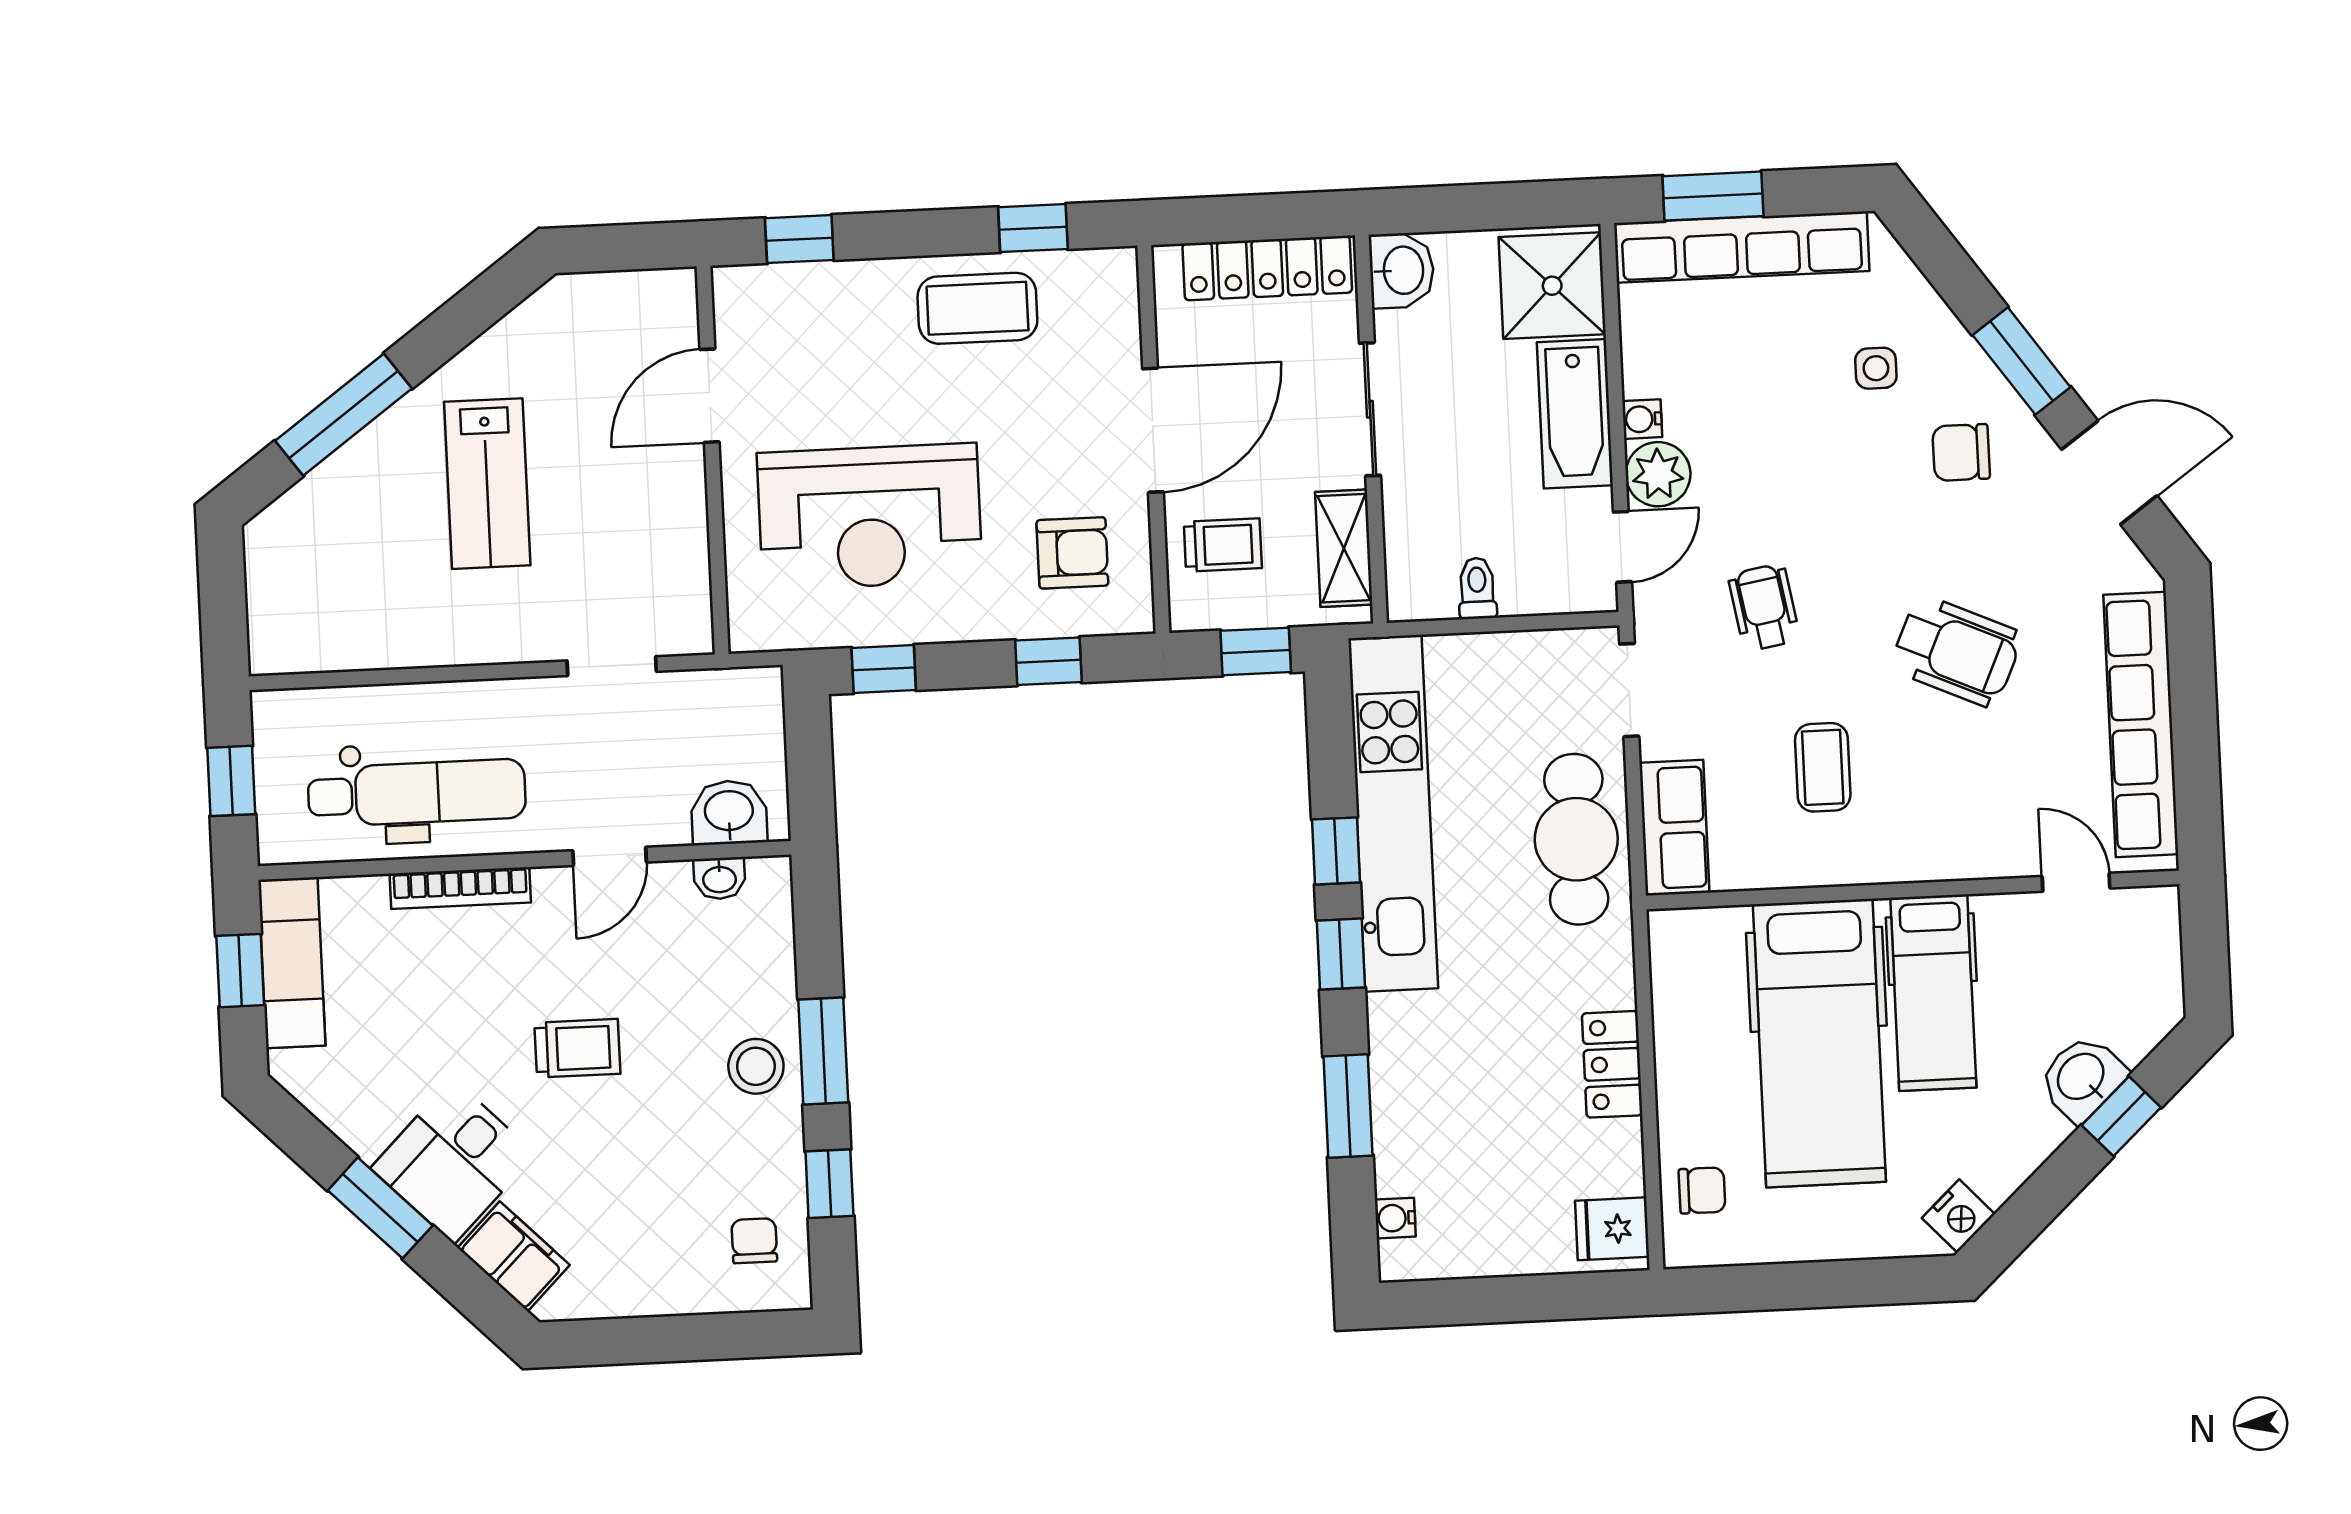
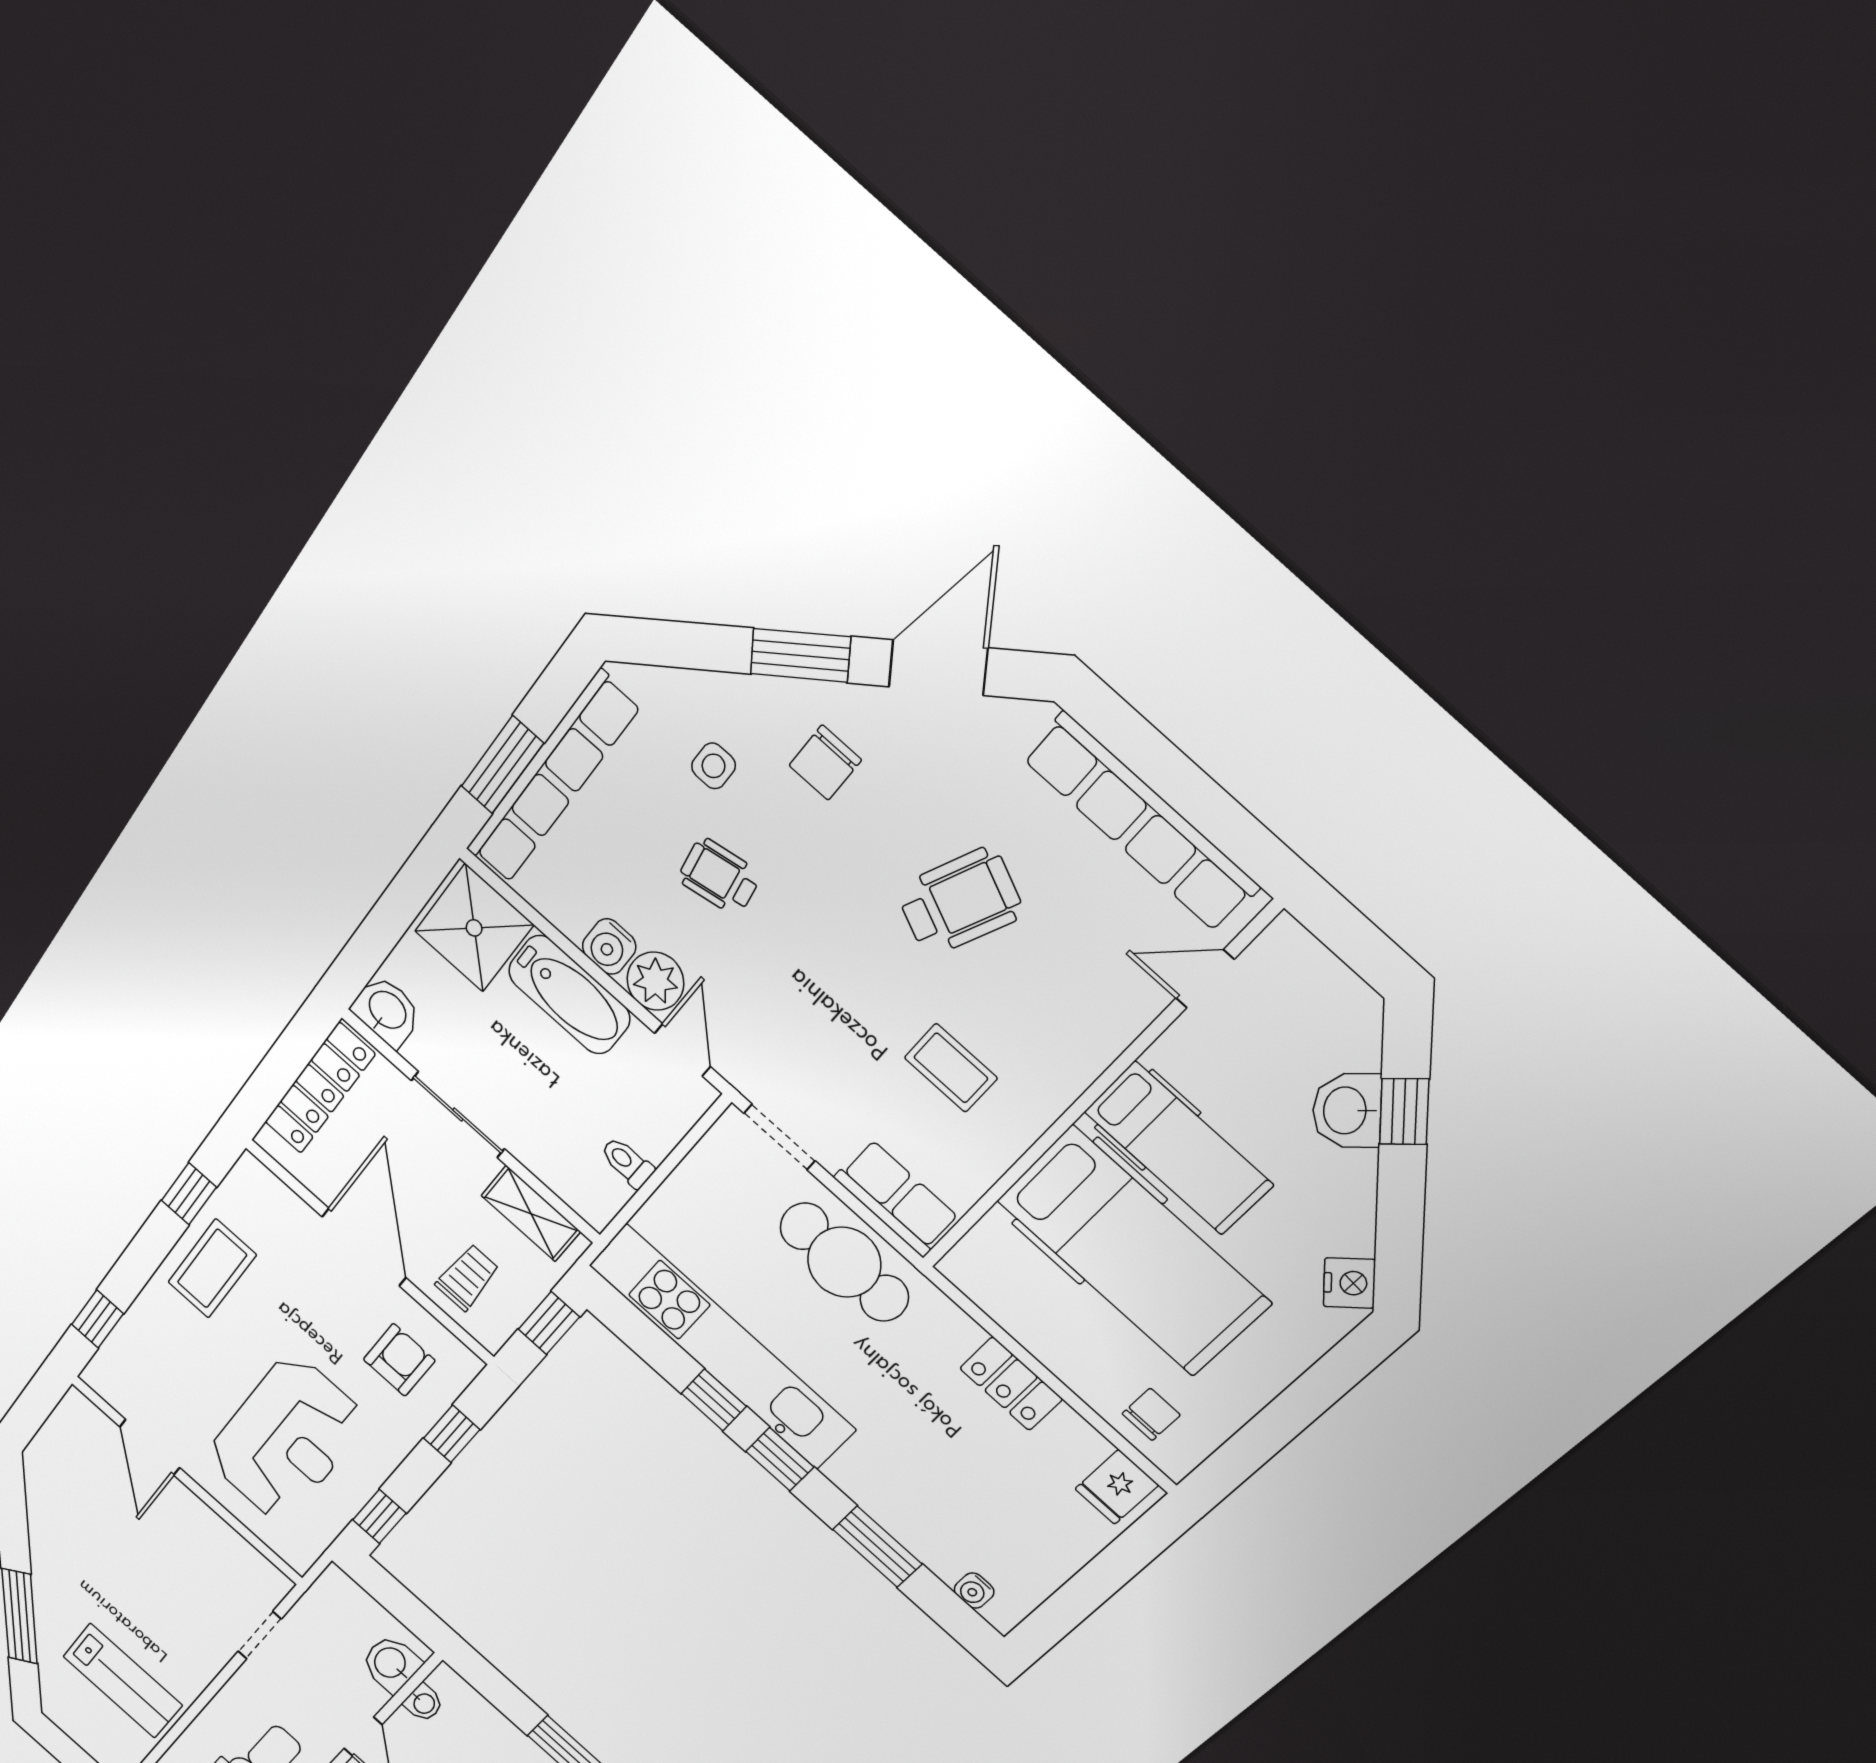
water cooler: (1642, 419) -> (609, 947), width x1.38, depth x1.38
lab bench: (487, 484) -> (123, 1681), moved
wheelchair: (1764, 607) -> (719, 877), moved

